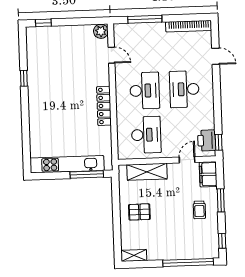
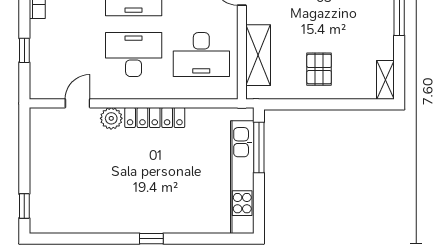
window: (145, 19) -> (24, 50), width x0.46
plant: (101, 31) -> (111, 118), moved
window: (24, 78) -> (151, 239), moved
desk: (146, 135) -> (201, 55), turned 180

